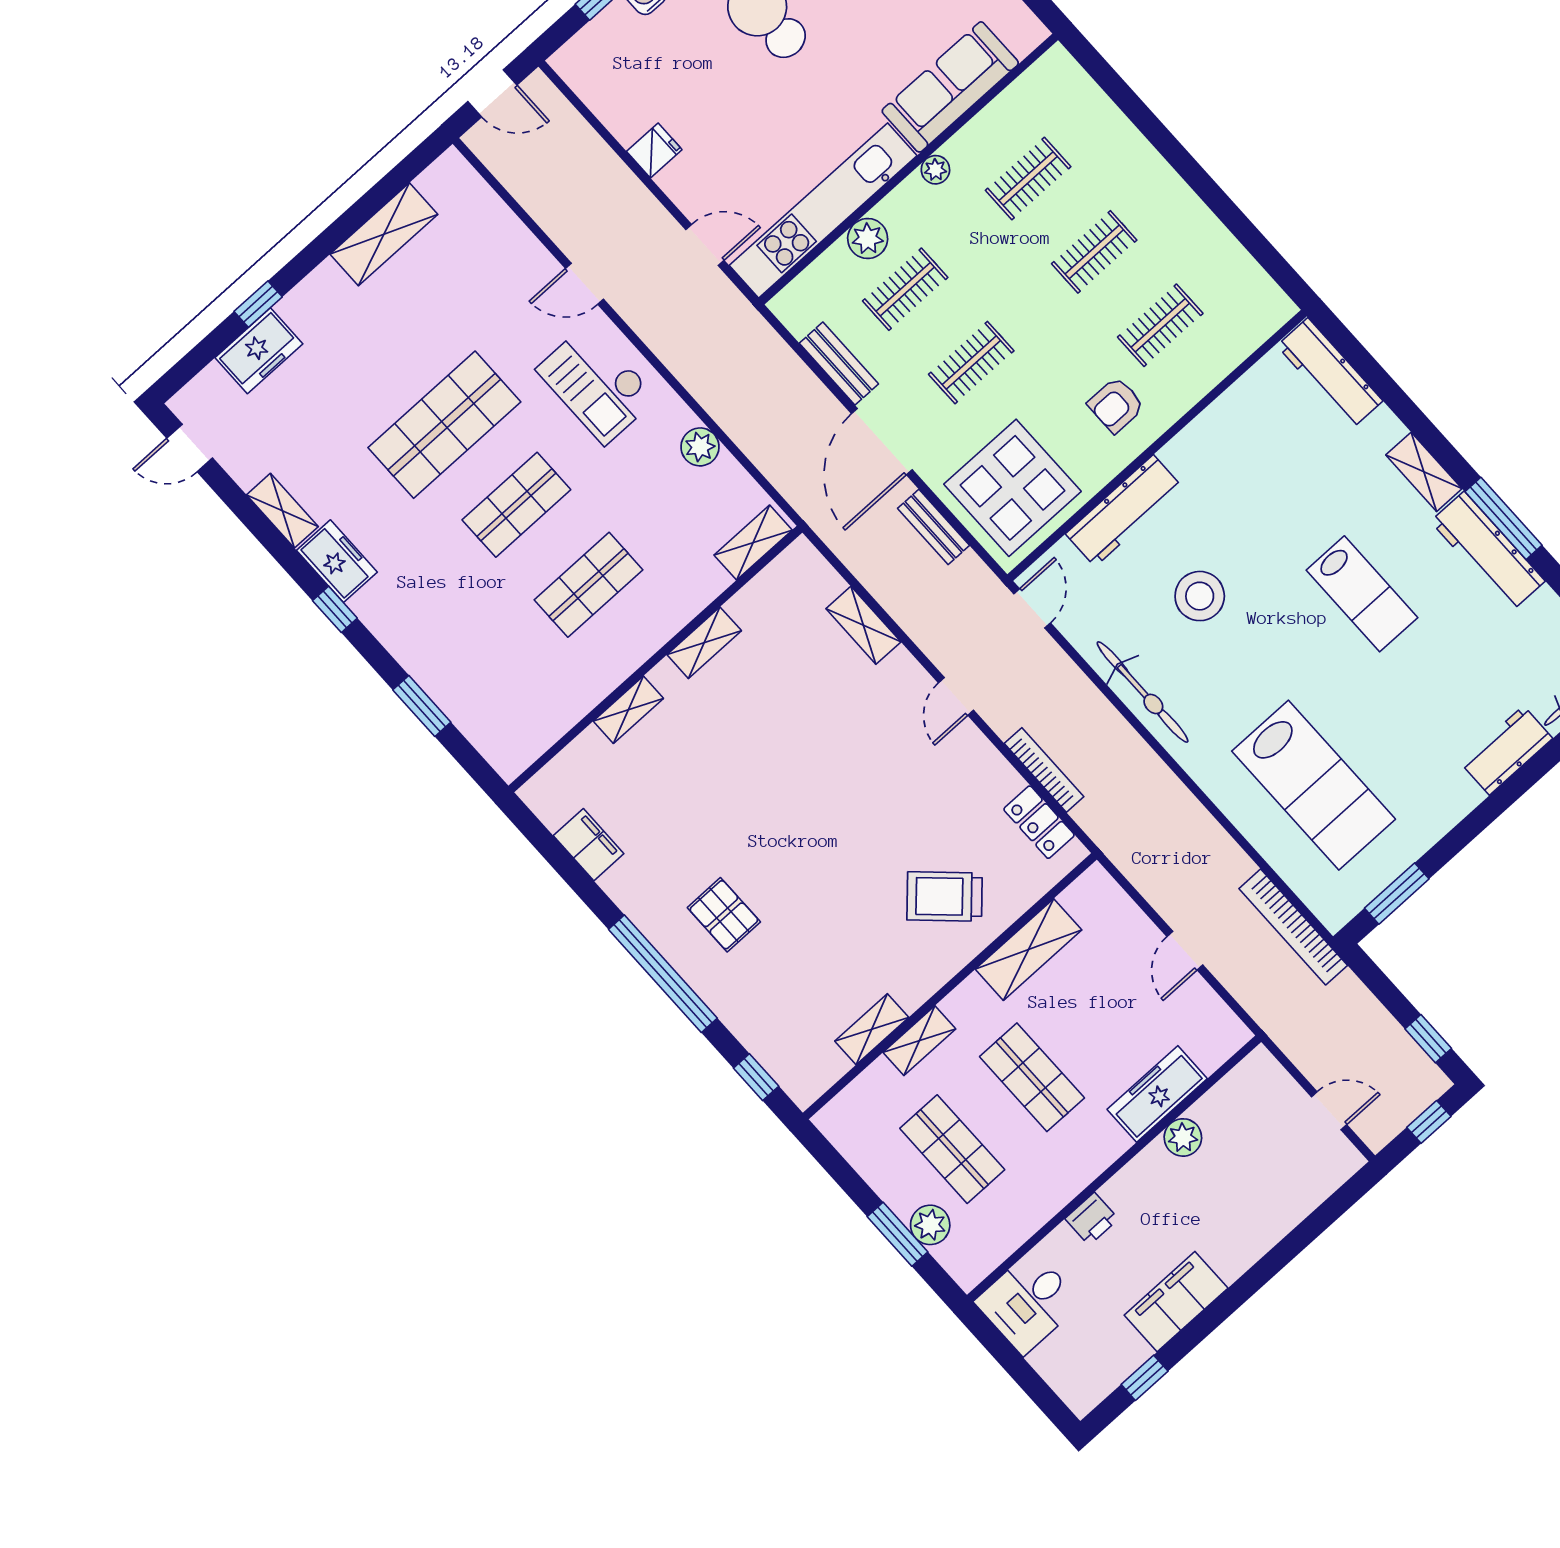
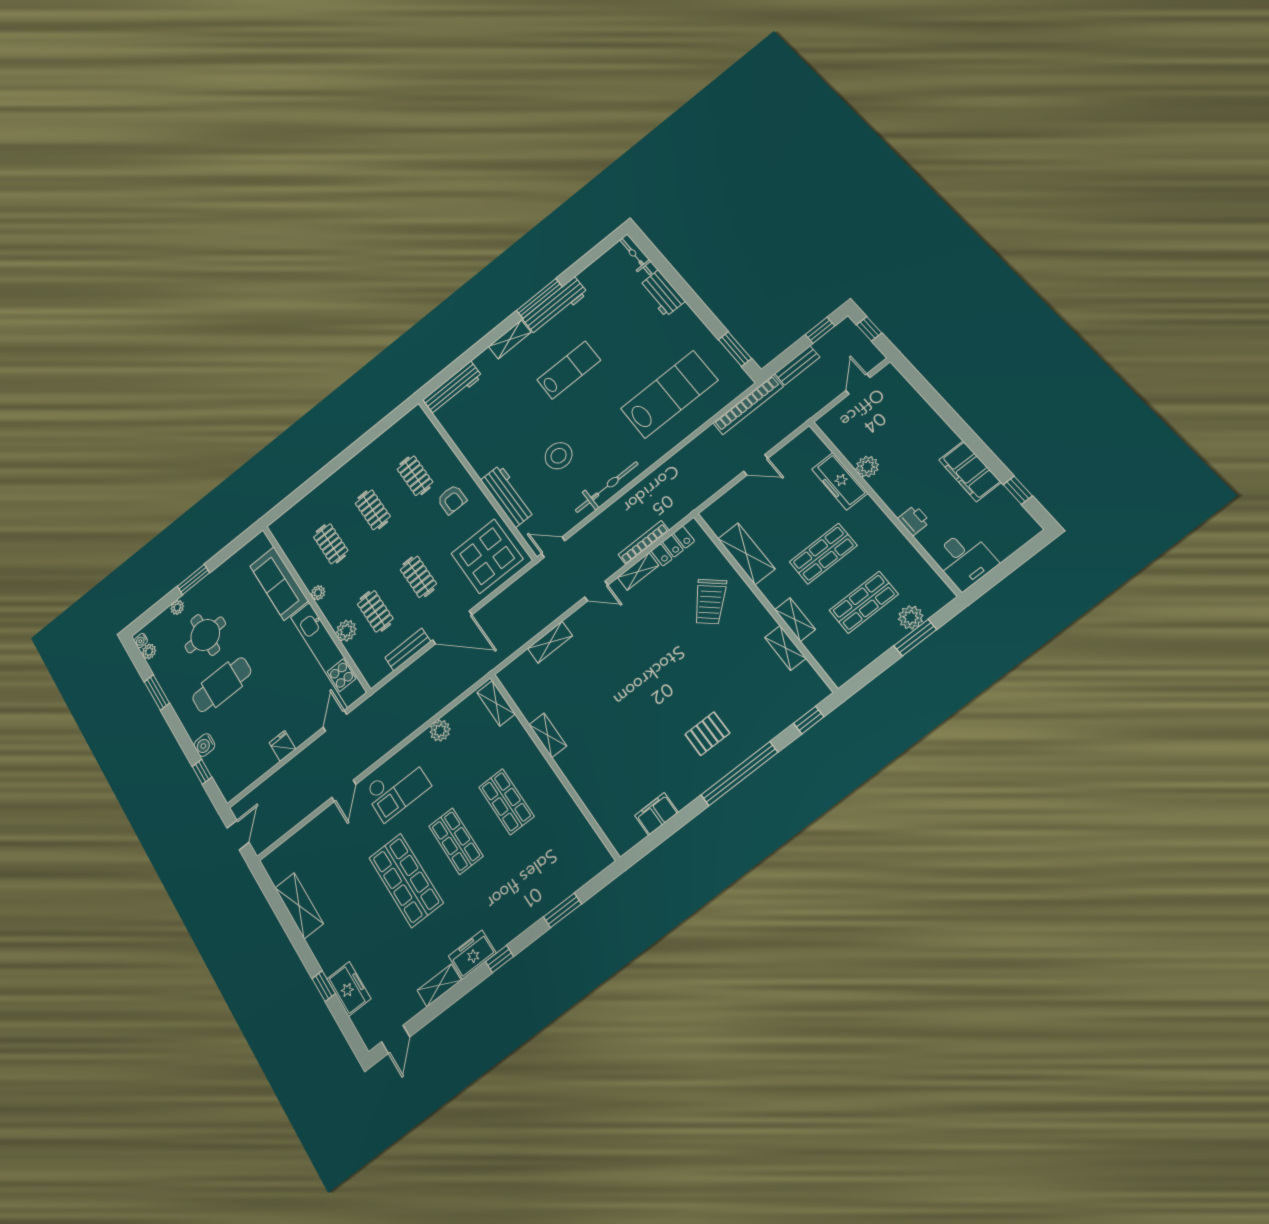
bench: (933, 527) -> (797, 365), moved
shelving: (628, 710) -> (638, 571), moved, turned 90

